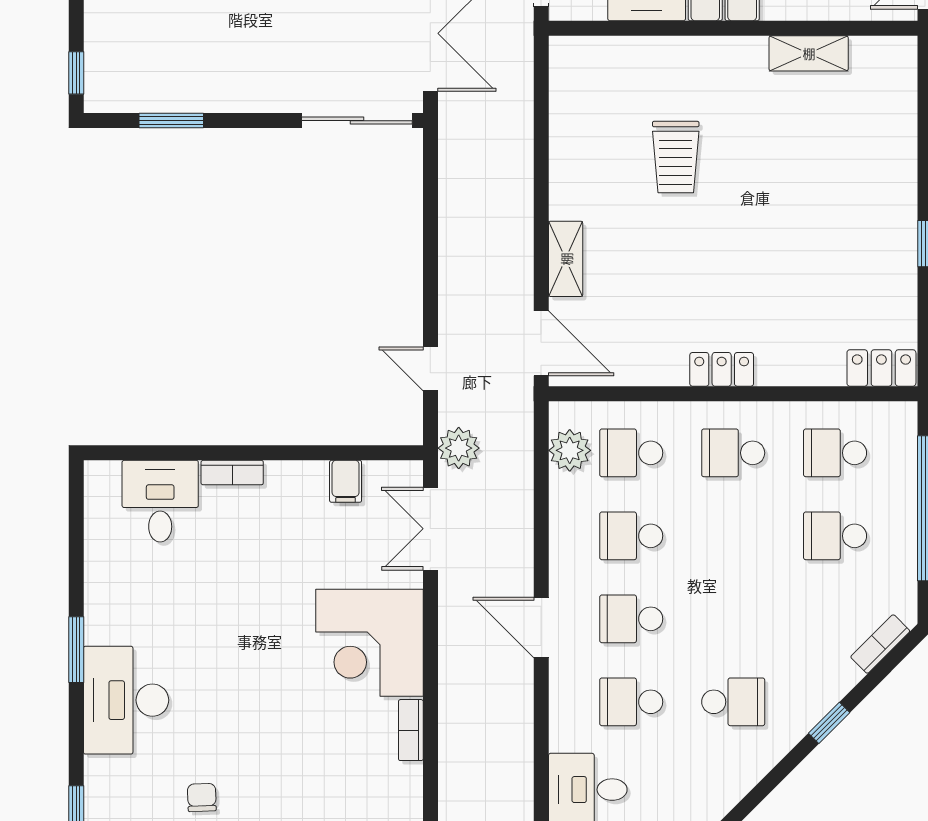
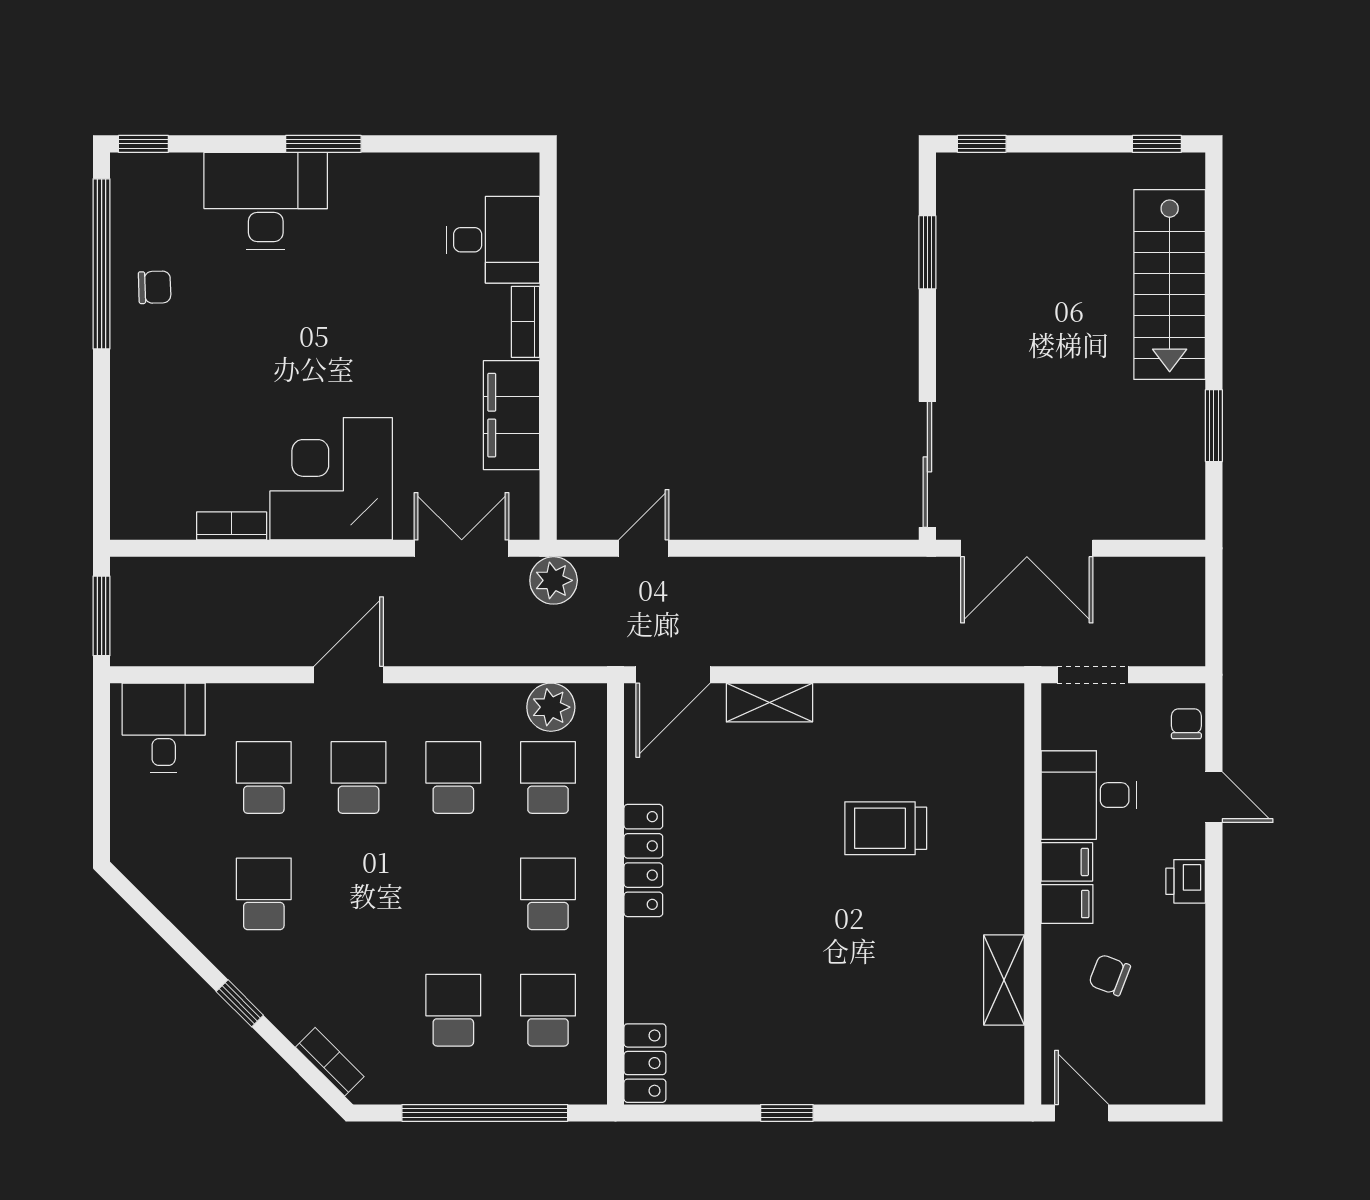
locker: (722, 369) -> (643, 861), width x1.53
filing cabinet: (346, 481) -> (512, 415), width x3.00, depth x1.17
school desk: (733, 702) -> (264, 894), turned 180

